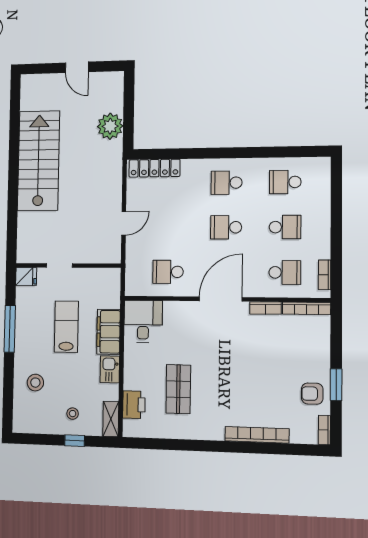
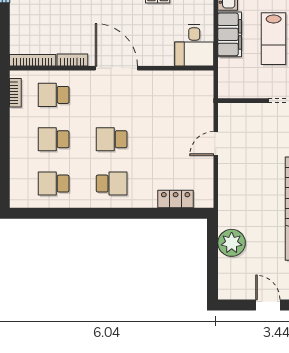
locker: (154, 168) -> (176, 199), width x0.66
school desk: (285, 182) -> (54, 184), turned 180
school desk: (226, 227) -> (112, 139), turned 180
school desk: (168, 272) -> (170, 95), removed
door: (221, 299) -> (116, 68), swing flipped

